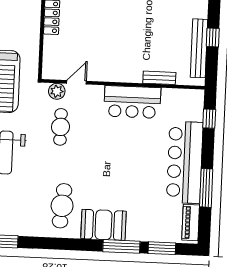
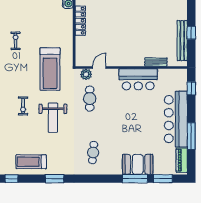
cafe table: (62, 206) -> (93, 153), width x0.73, depth x0.74
booth: (103, 225) -> (138, 164), moved

